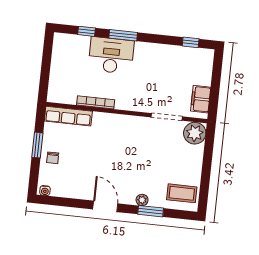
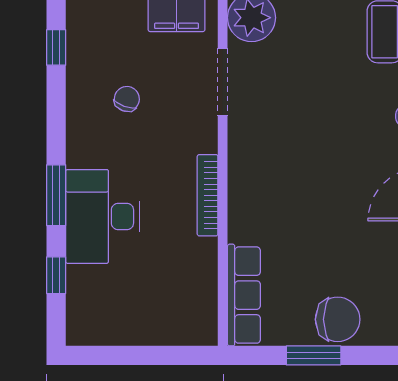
chair: (164, 72) -> (127, 99), added
bookcase: (96, 102) -> (208, 195), moved
chair: (53, 158) -> (338, 319), width x1.87, depth x1.87

